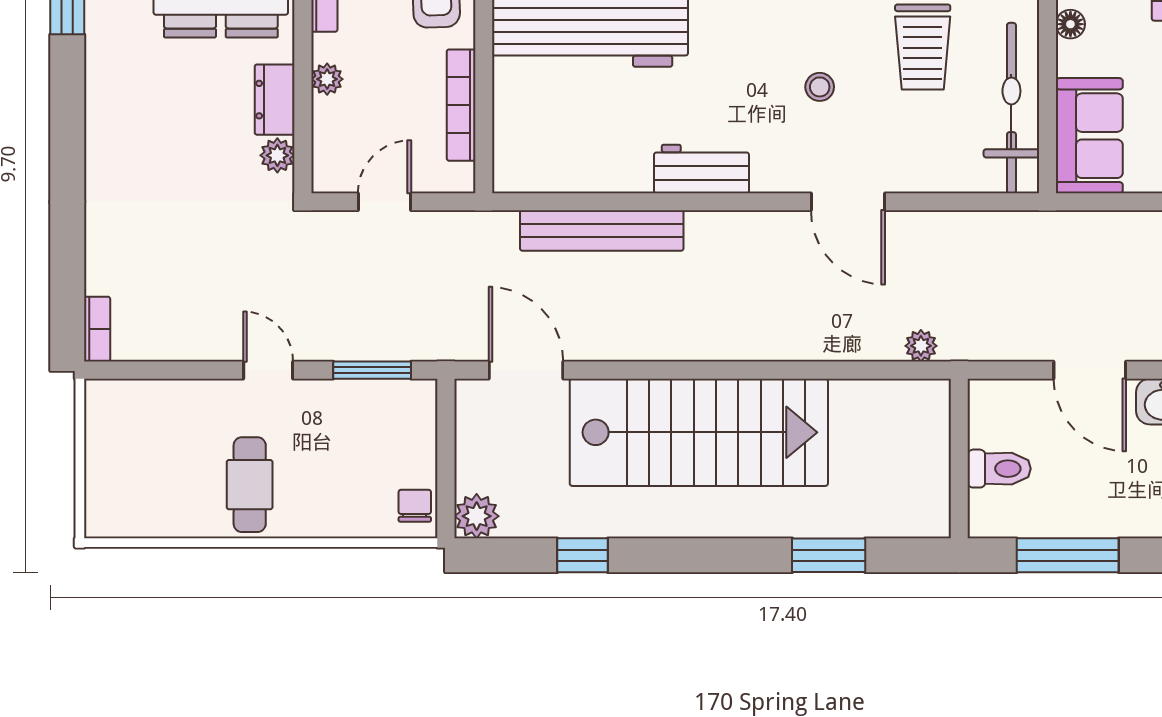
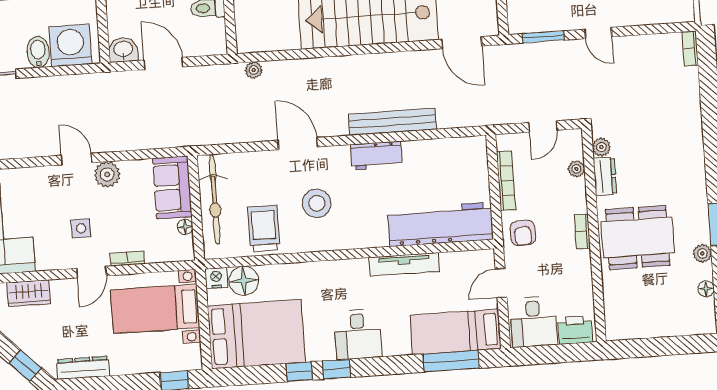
floor lamp: (1070, 24) -> (185, 227), moved
plant: (327, 79) -> (576, 169), moved
stool: (820, 87) -> (317, 203), width x1.89, depth x1.89
bench: (602, 231) -> (392, 122), moved

